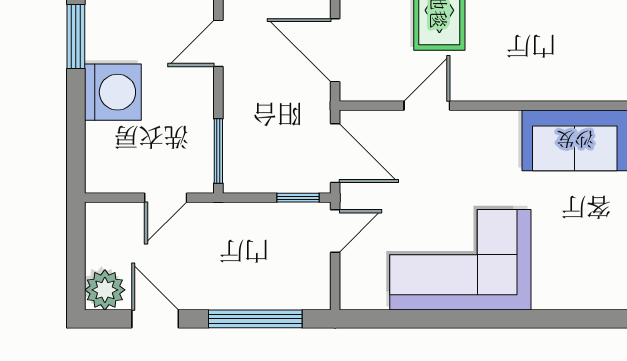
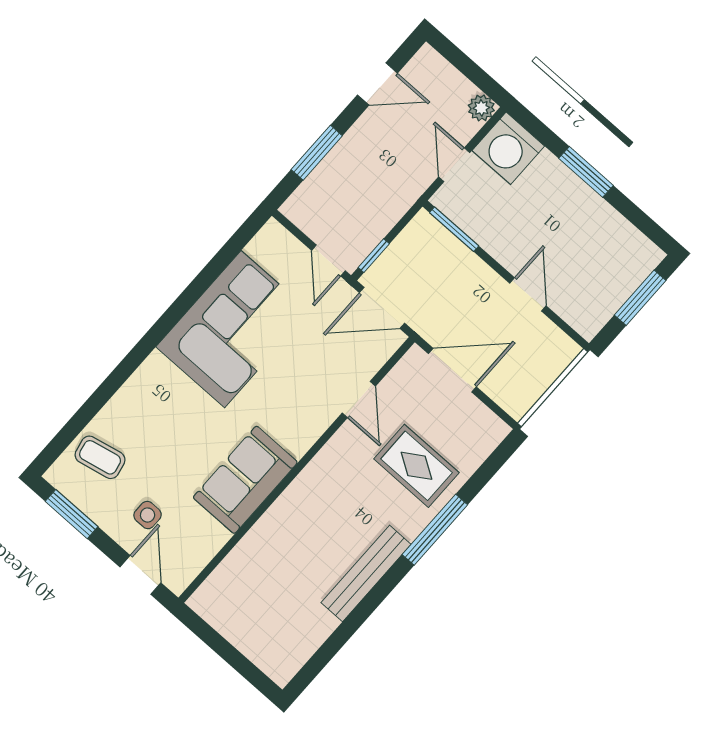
window: (76, 37) -> (586, 172), moved
washing machine: (113, 92) -> (508, 148), moved
plant: (105, 290) -> (481, 108), moved, width x0.73, depth x0.73
window: (255, 319) -> (317, 153), width x0.69

